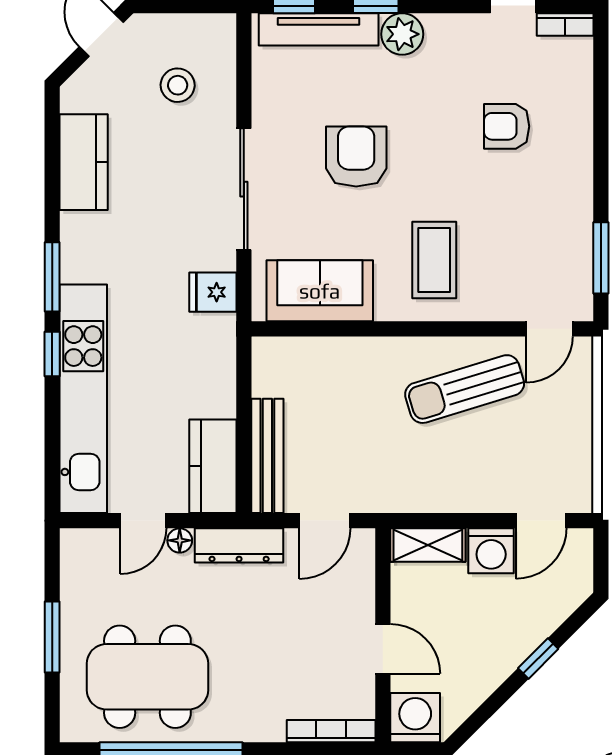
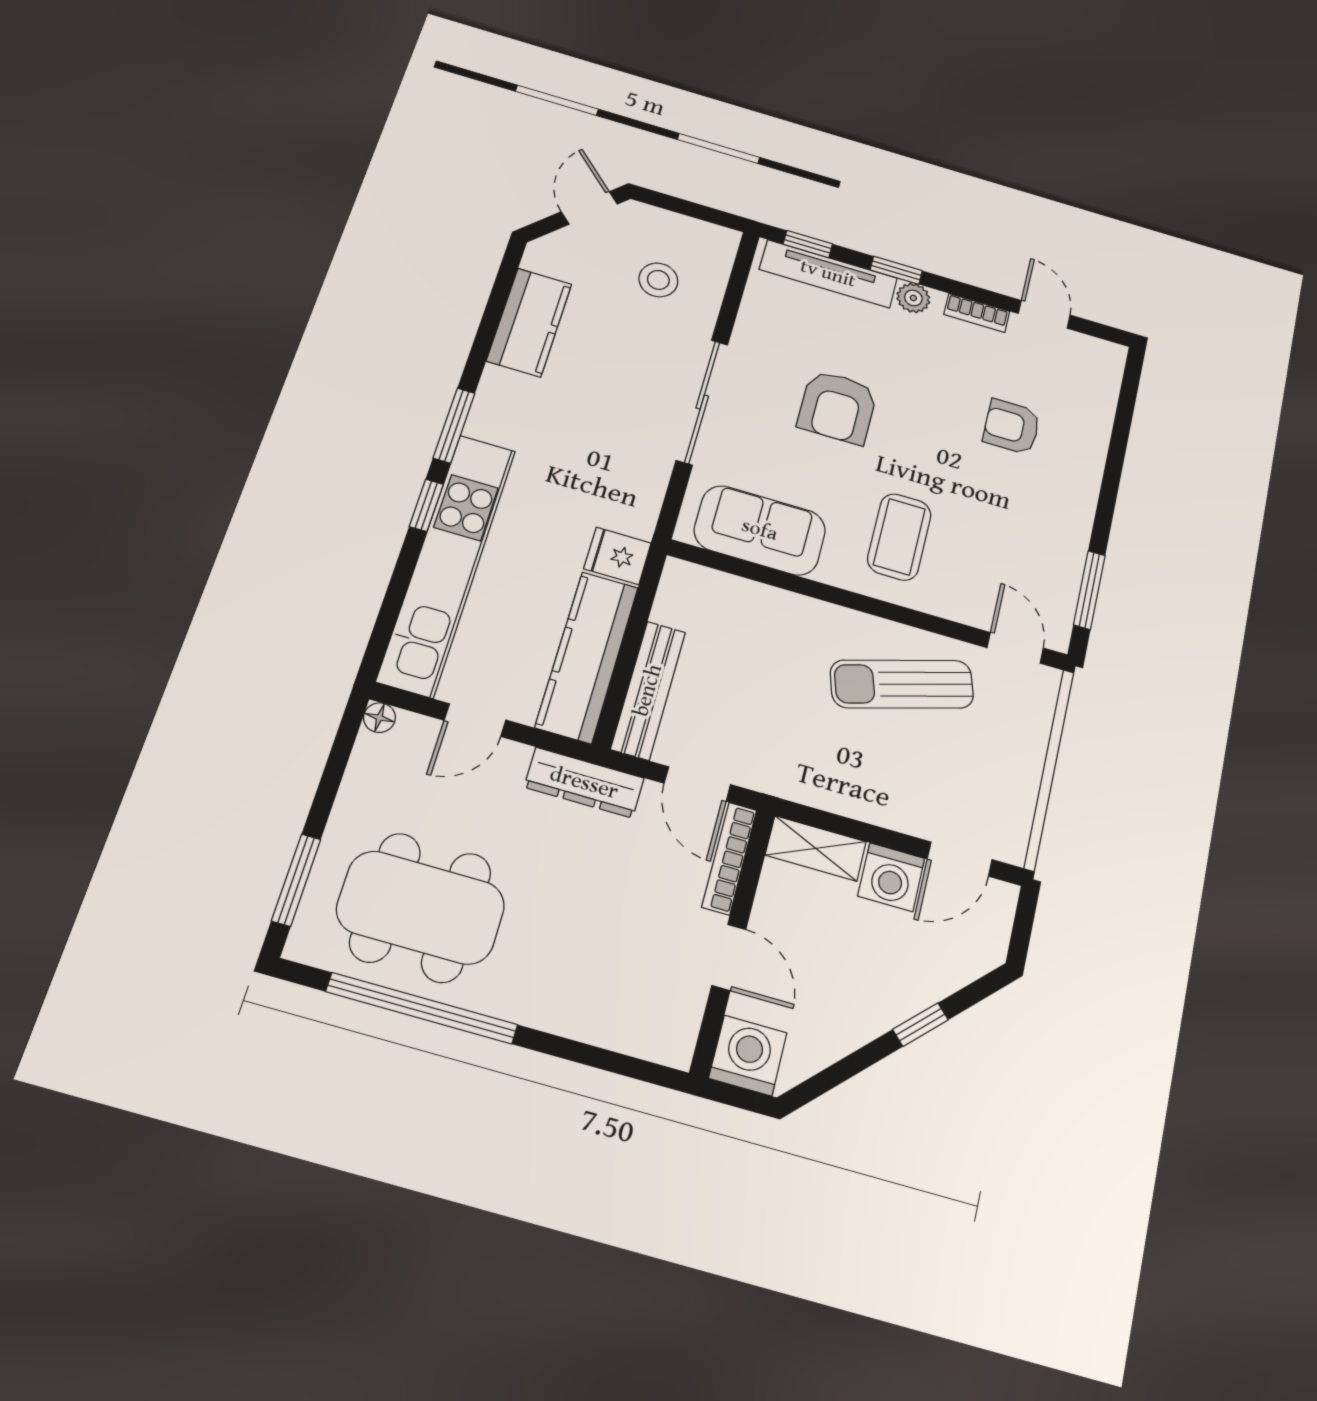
bookcase: (565, 25) -> (977, 313), moved
plant: (402, 34) -> (913, 298), width x0.73, depth x0.73
armchair: (356, 157) -> (837, 407), turned 180
fridge: (213, 292) -> (617, 556), moved
door: (550, 329) -> (1015, 648), swing flipped
kitchen counter: (213, 466) -> (587, 657), width x1.50
door: (325, 521) -> (697, 784), hinge flipped
floor lamp: (180, 540) -> (379, 718), moved
window: (52, 637) -> (296, 880), moved
bookcase: (331, 731) -> (729, 858), moved, turned -90

